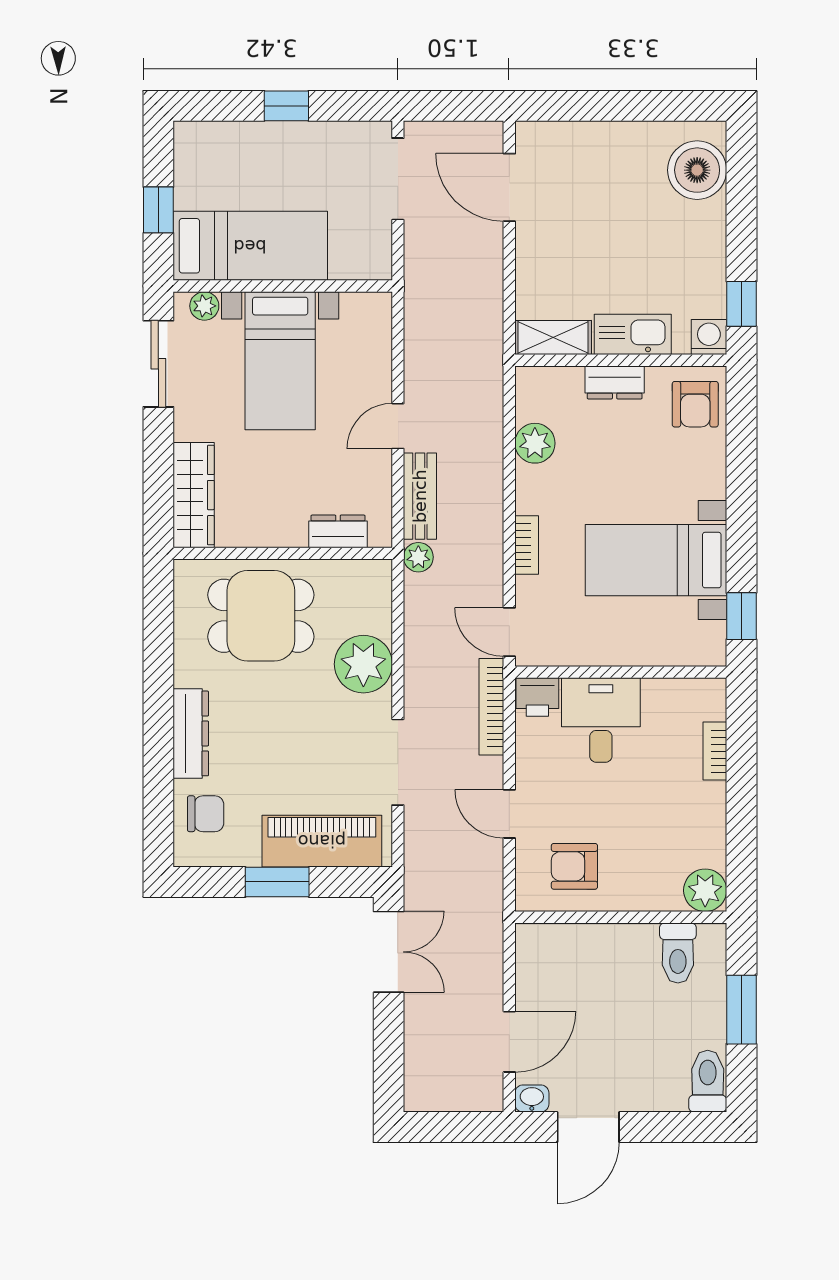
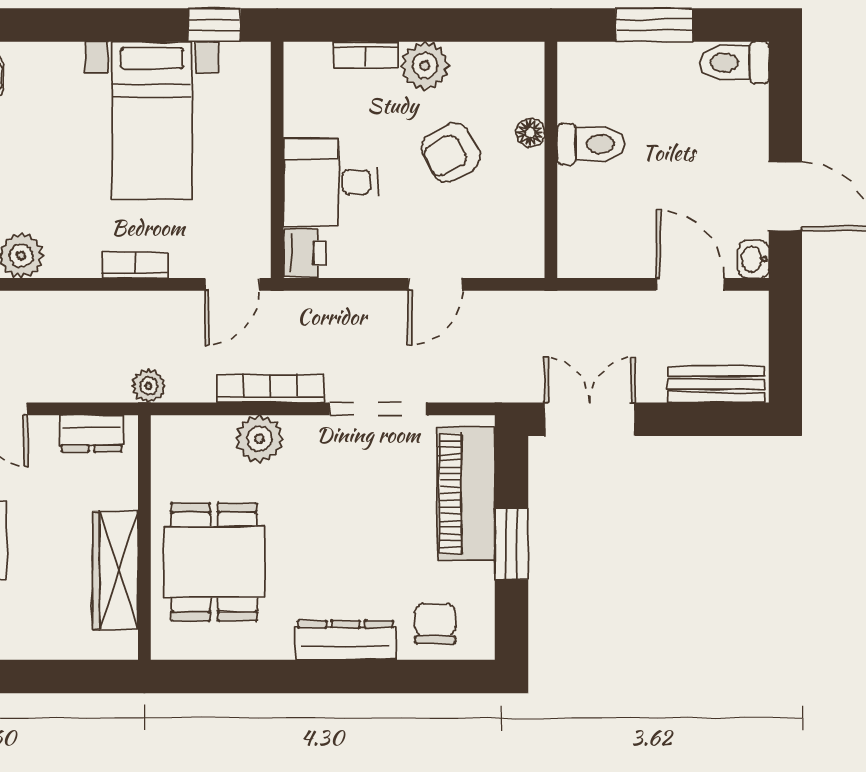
wardrobe: (194, 495) -> (115, 571), moved, turned -90
bench: (420, 496) -> (716, 384), moved
dresser: (338, 531) -> (91, 433), moved, turned -90
plant: (363, 664) -> (259, 439), width x0.73, depth x0.73
bookcase: (491, 707) -> (270, 389), moved, turned 180
armchair: (574, 866) -> (451, 152), moved, turned 61
plant: (705, 890) -> (425, 66), moved
floor lamp: (645, 899) -> (530, 133), added
toilet: (678, 953) -> (591, 144), moved

